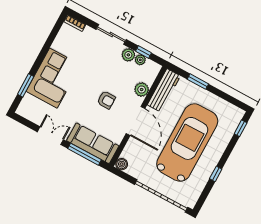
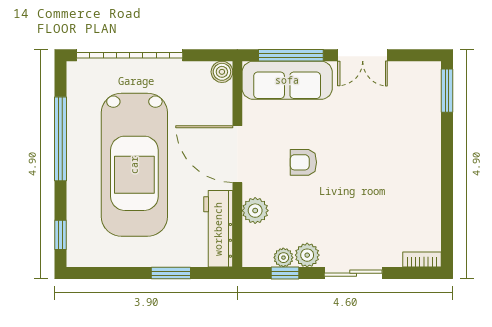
corner sofa: (53, 78) -> (408, 151), removed
window: (26, 85) -> (447, 91), moved
window: (216, 174) -> (60, 139), width x3.17

